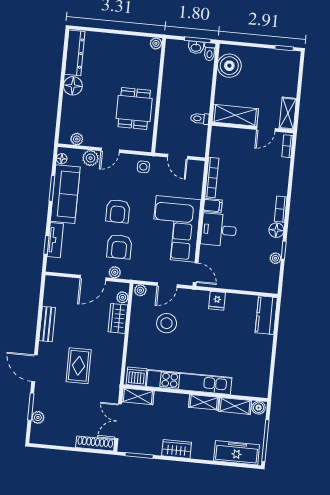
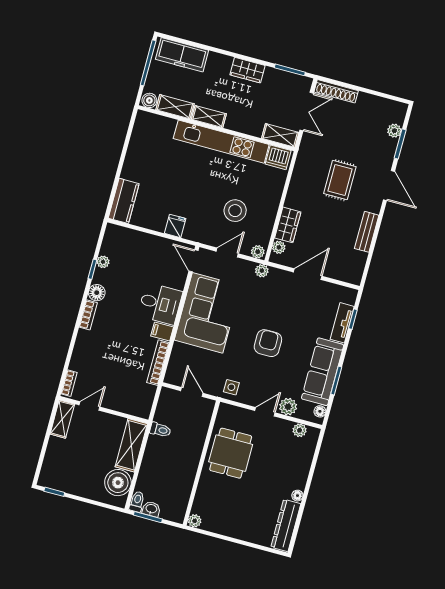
floor lamp: (73, 86) -> (297, 496), width x0.53, depth x0.53
shelving: (235, 115) -> (131, 445), moved, turned 90
armchair: (119, 247) -> (273, 304), removed
plant: (115, 272) -> (262, 271), moved

